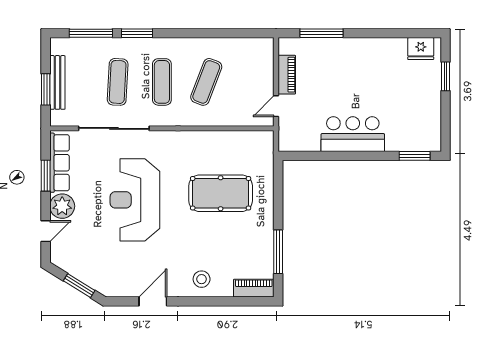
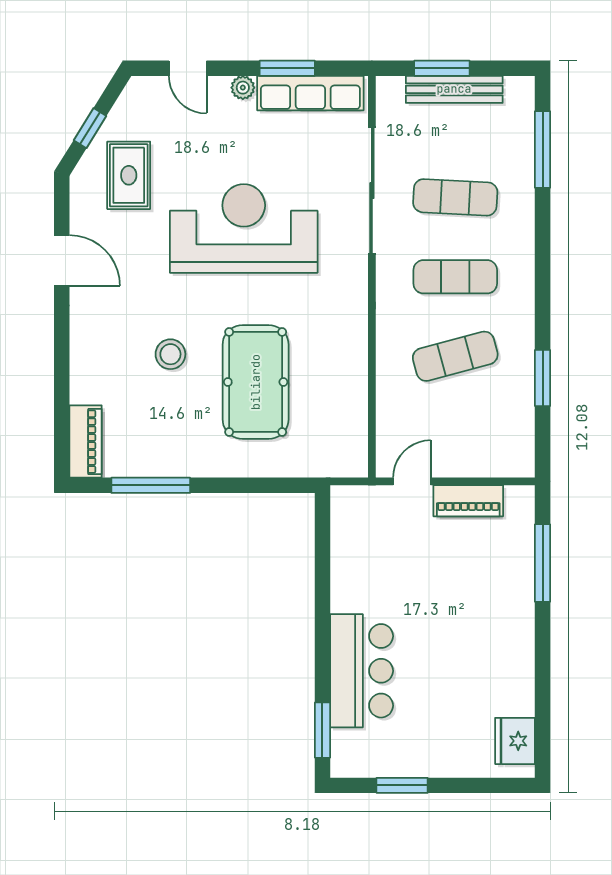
window: (137, 33) -> (543, 378), moved
window: (446, 76) -> (402, 785), moved
exercise mat: (206, 82) -> (455, 356), turned -36
door: (276, 106) -> (412, 481), hinge flipped
bar counter: (353, 134) -> (362, 671), moved
plant: (62, 206) -> (243, 88), width x0.53, depth x0.53
rug: (105, 264) -> (129, 175), added
stool: (202, 279) -> (170, 354), moved
window: (79, 286) -> (90, 128), width x0.67

